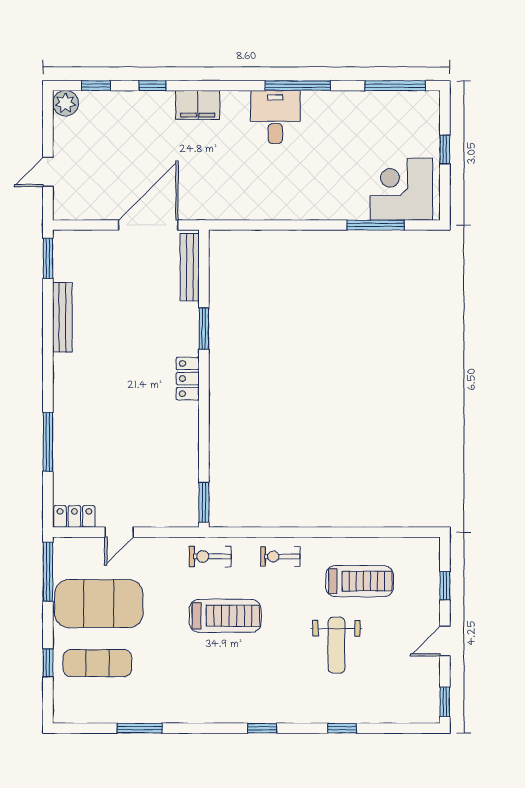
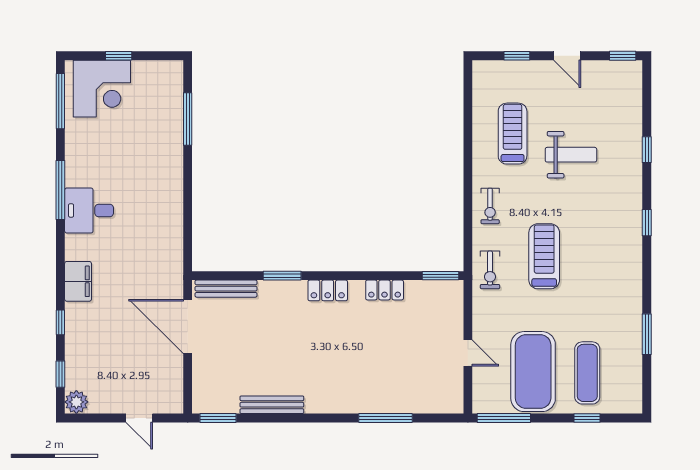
corner desk: (401, 189) -> (102, 89), moved, turned -90
locker: (74, 516) -> (385, 290), moved, turned -90

